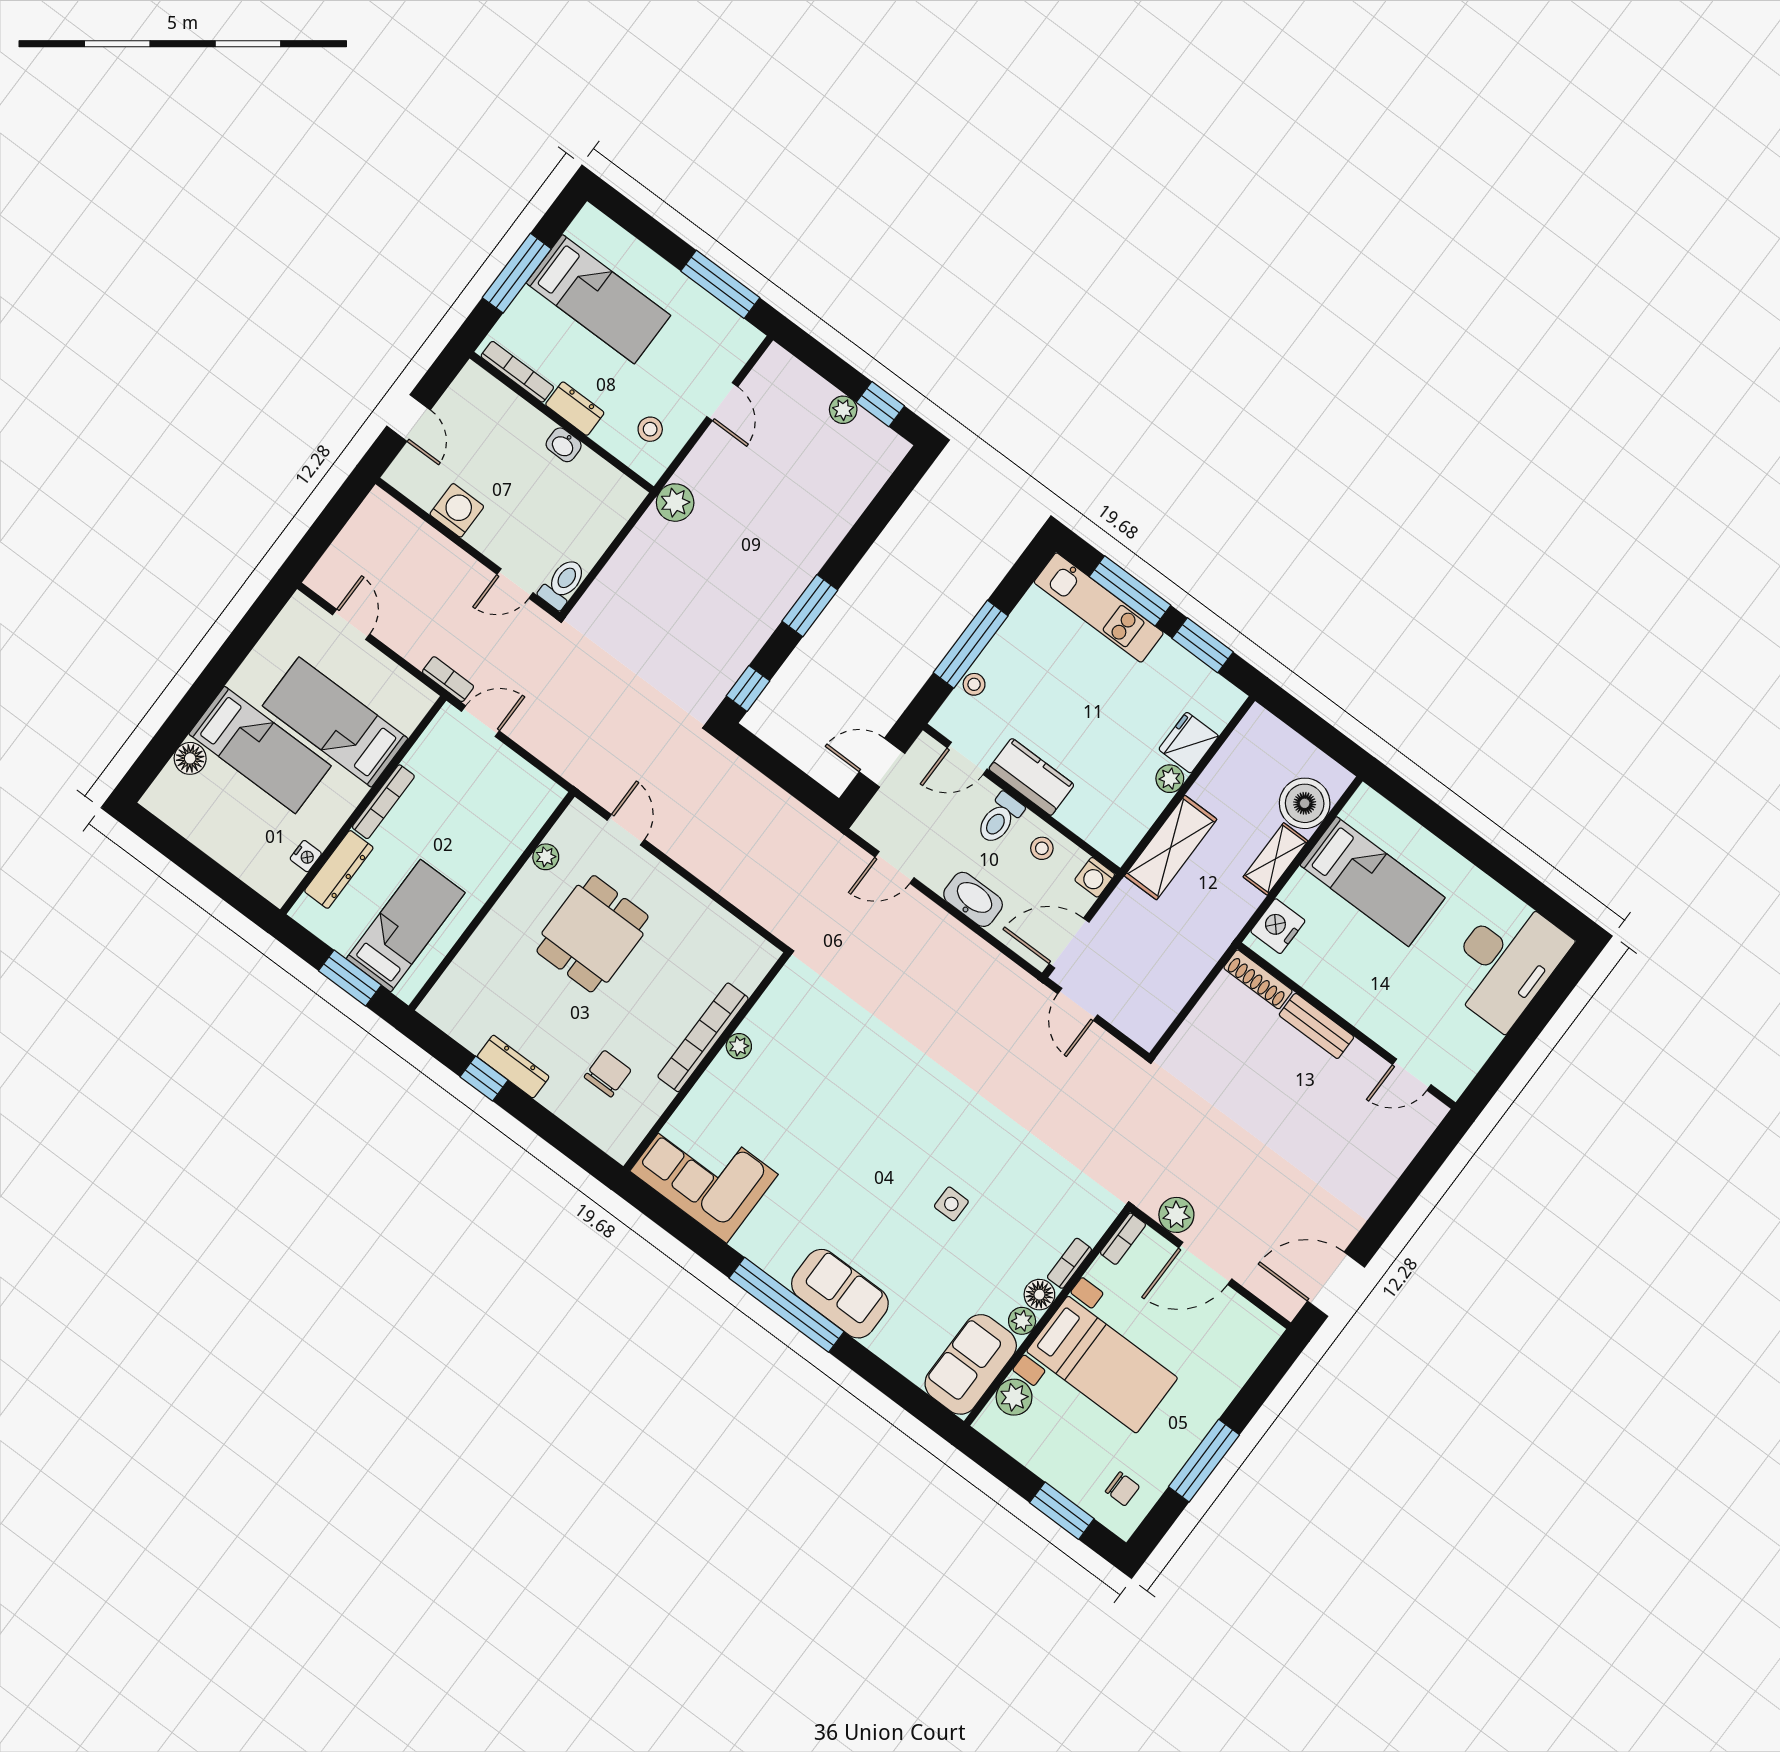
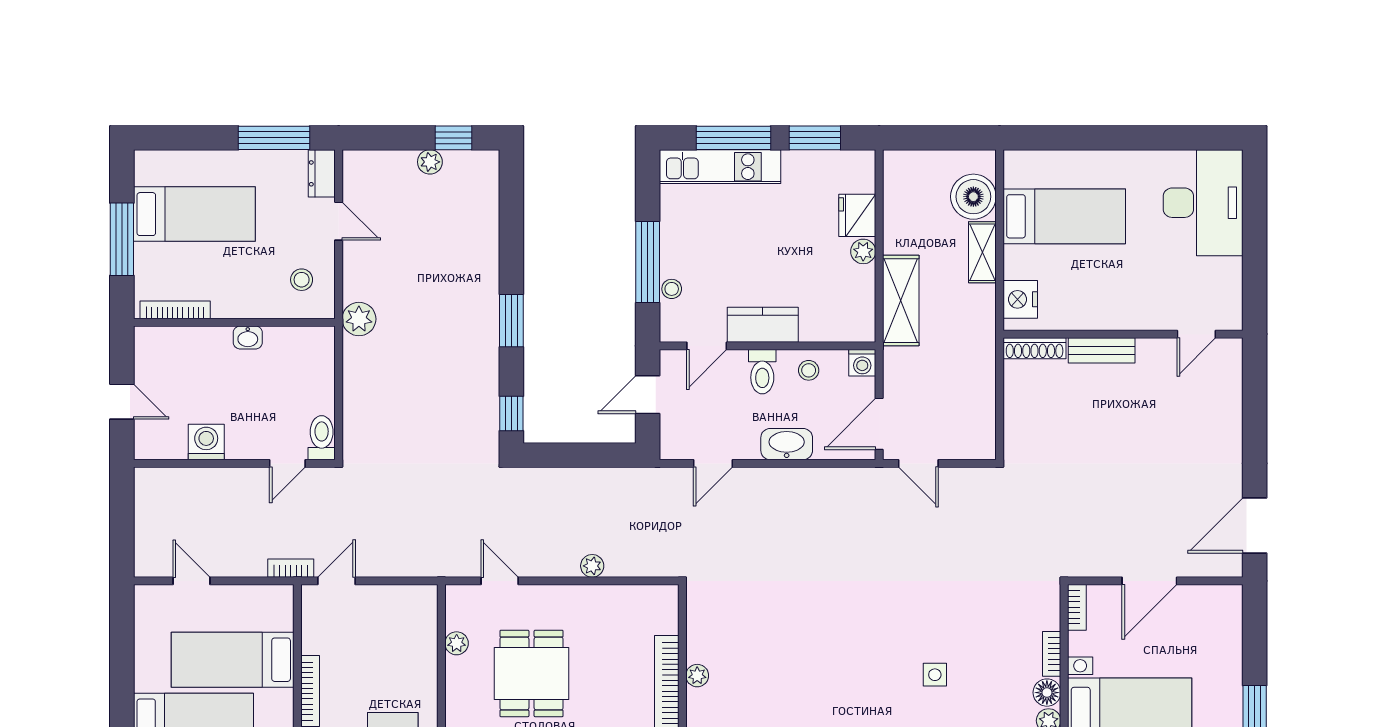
dresser: (575, 409) -> (322, 173), moved, turned -90
plant: (1176, 1215) -> (592, 566), moved, width x0.73, depth x0.73

